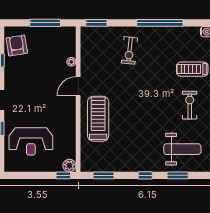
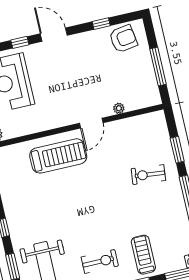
window: (96, 23) -> (177, 150), moved
door: (78, 86) -> (91, 123), swing flipped

